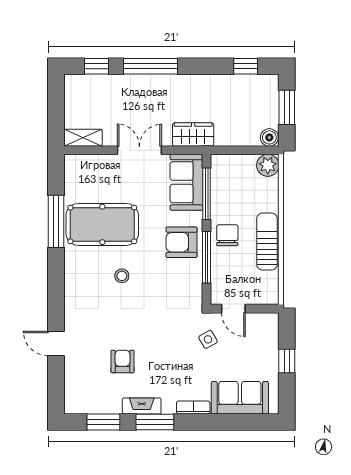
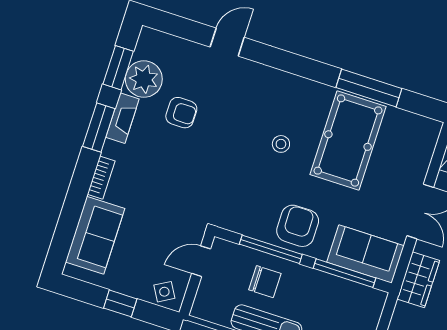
chair: (227, 235) -> (265, 282), moved
side table: (208, 339) -> (164, 292), moved
plant: (106, 399) -> (144, 79), added

